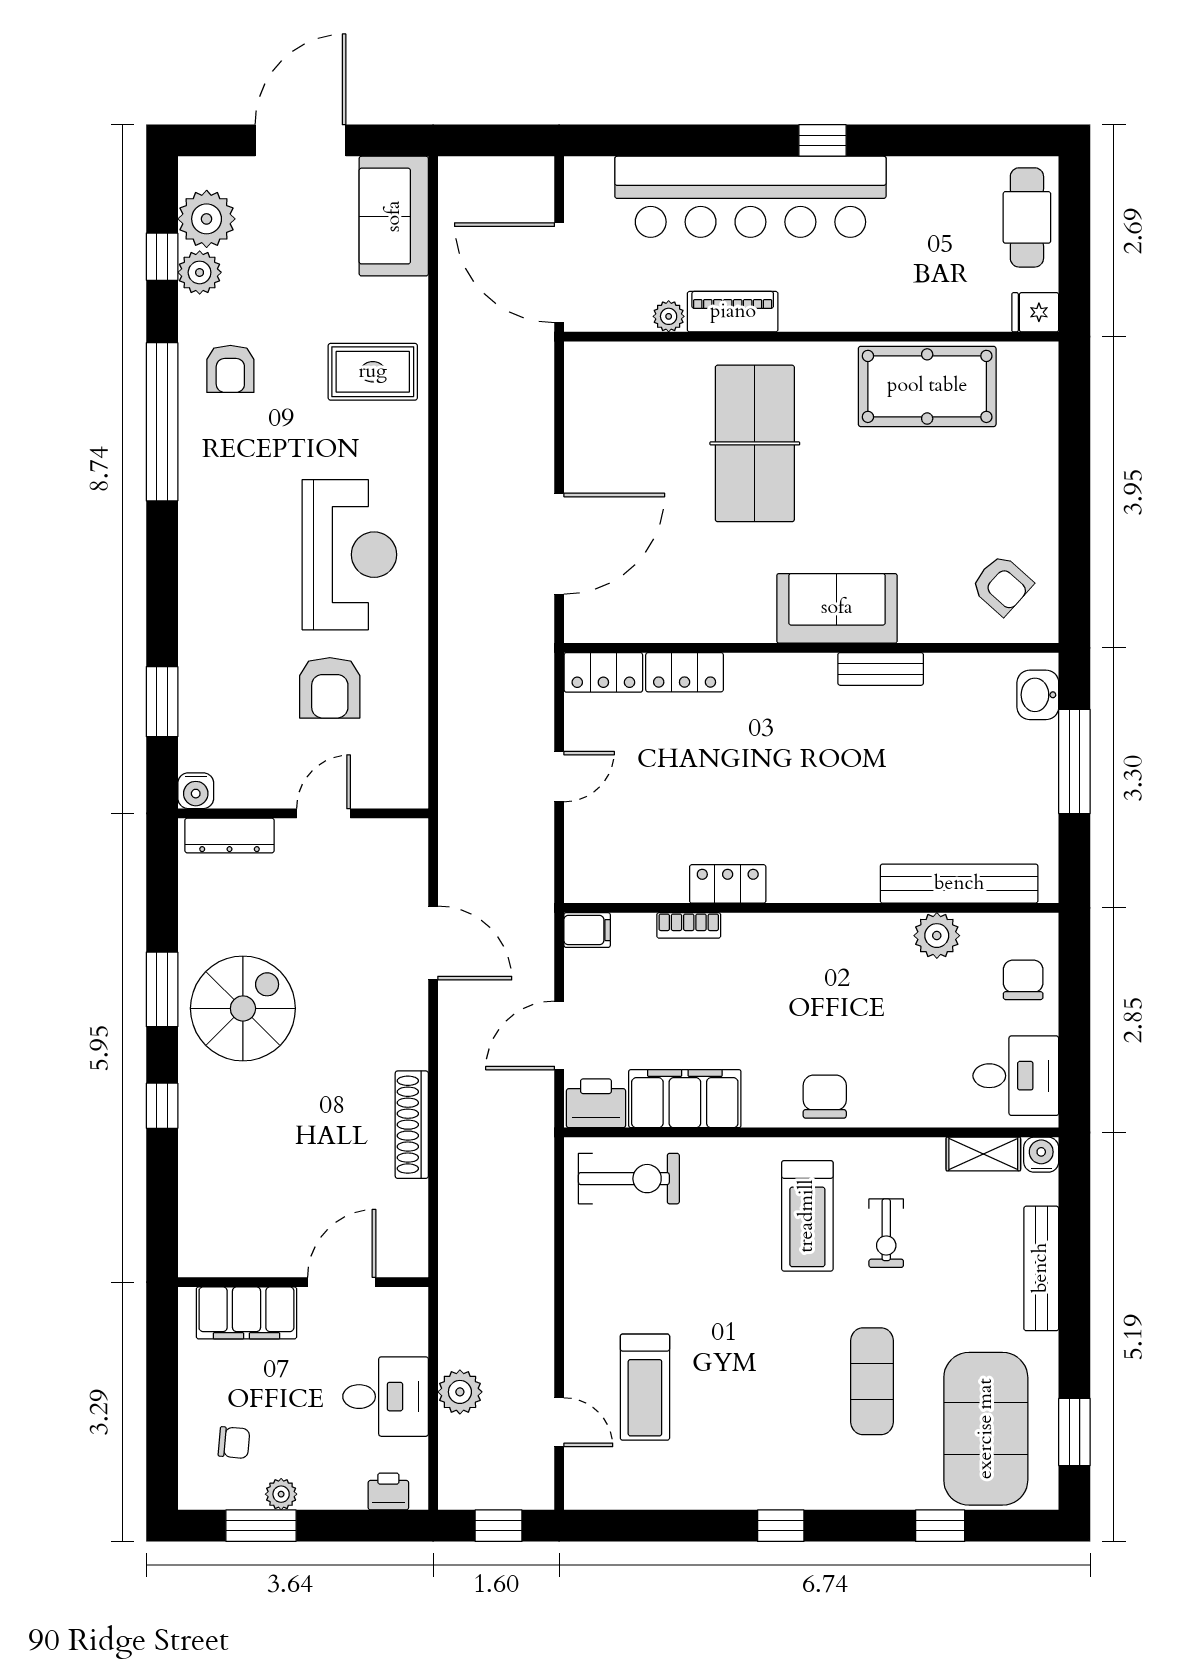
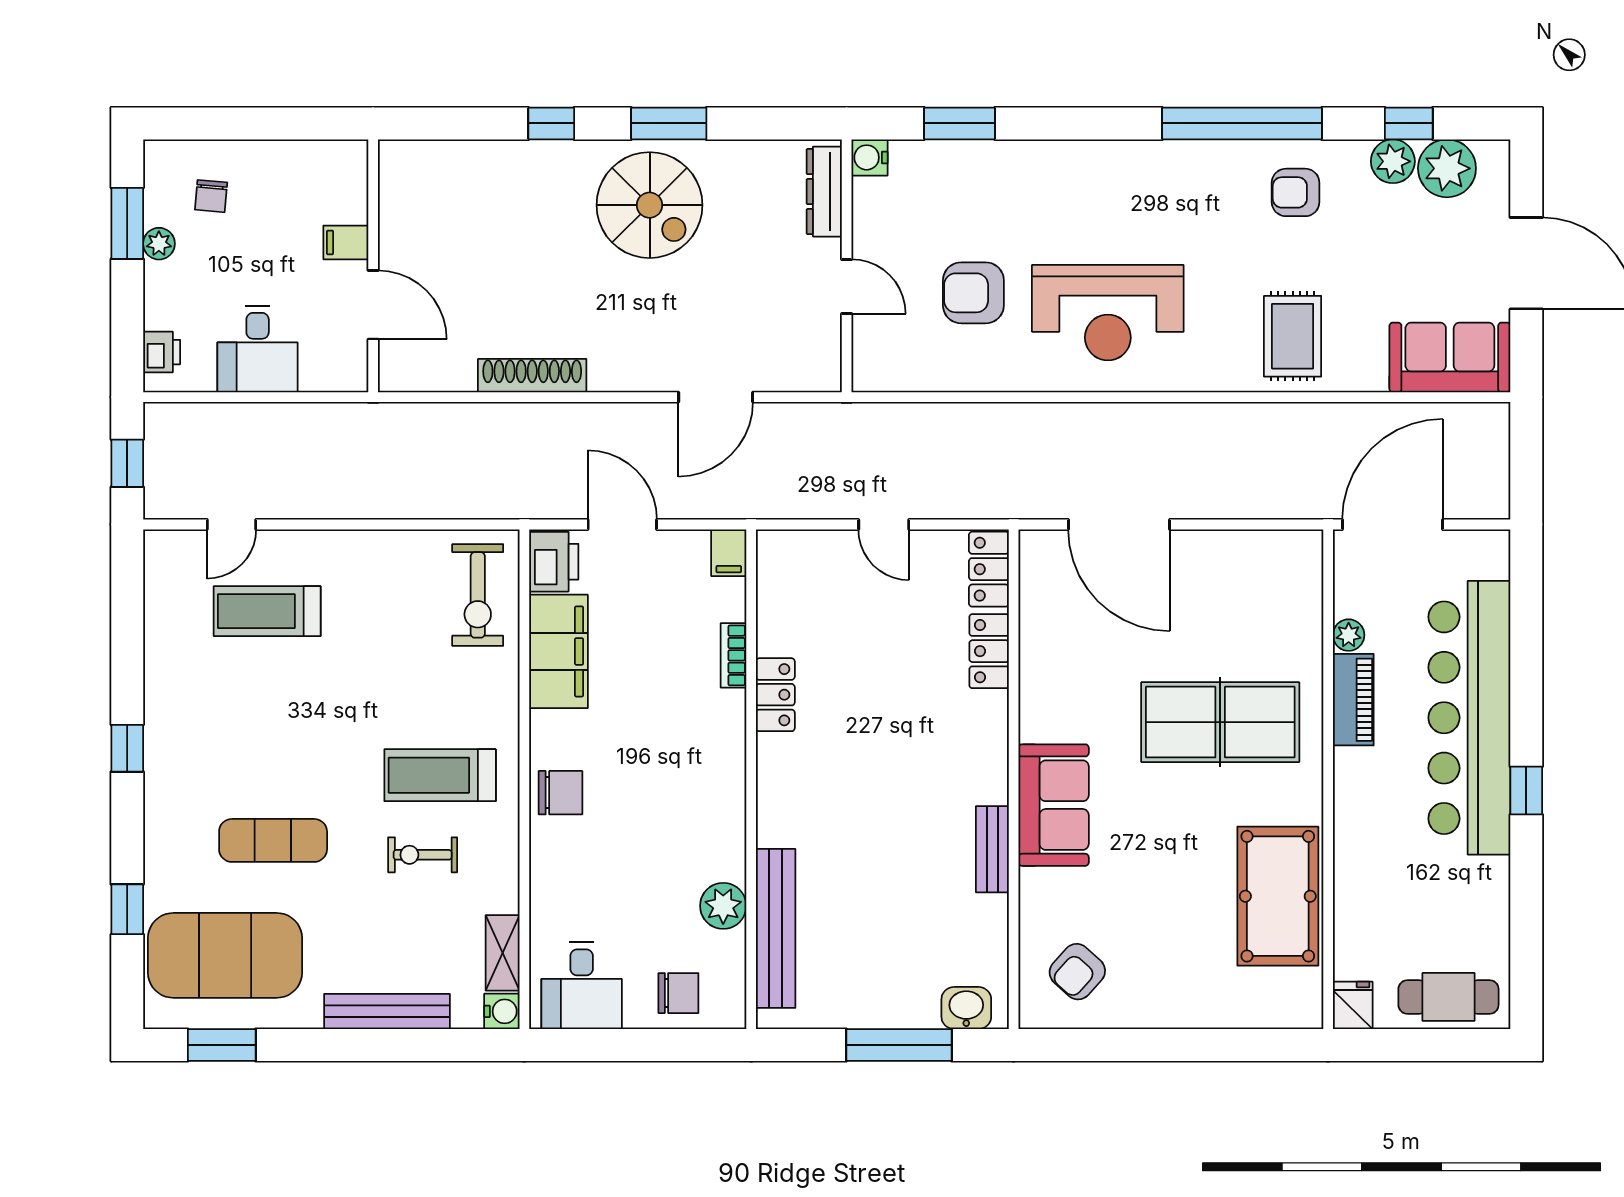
filing cabinet: (246, 1313) -> (346, 242), width x0.33, depth x0.86
plant: (460, 1392) -> (262, 424), removed

